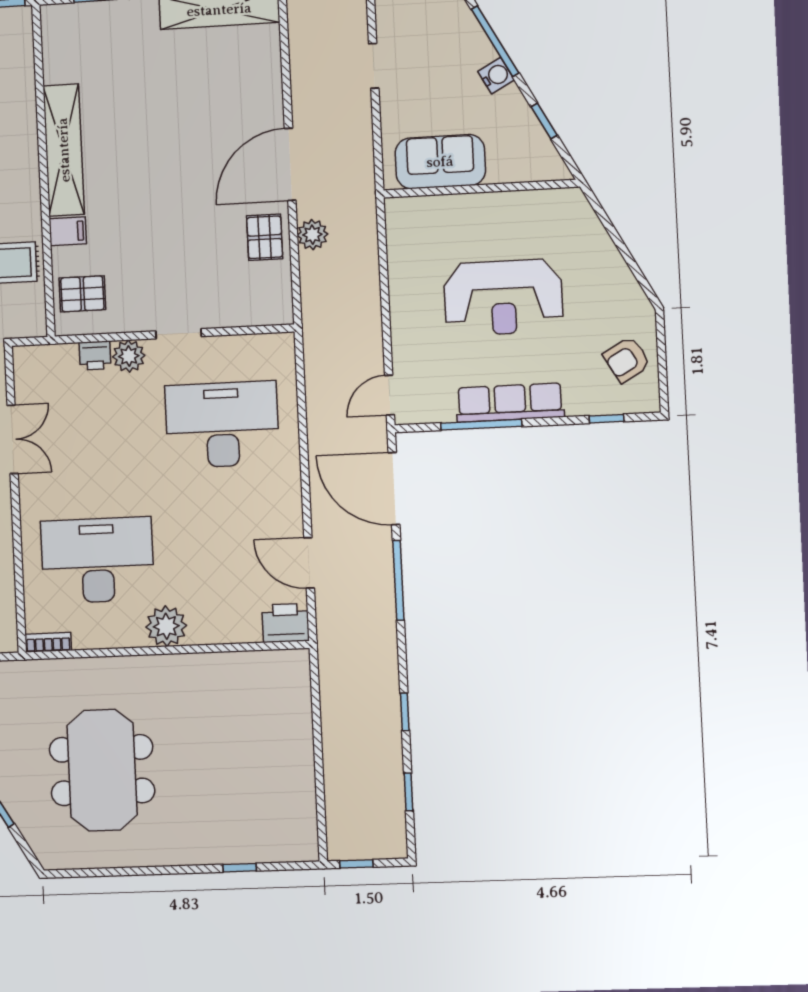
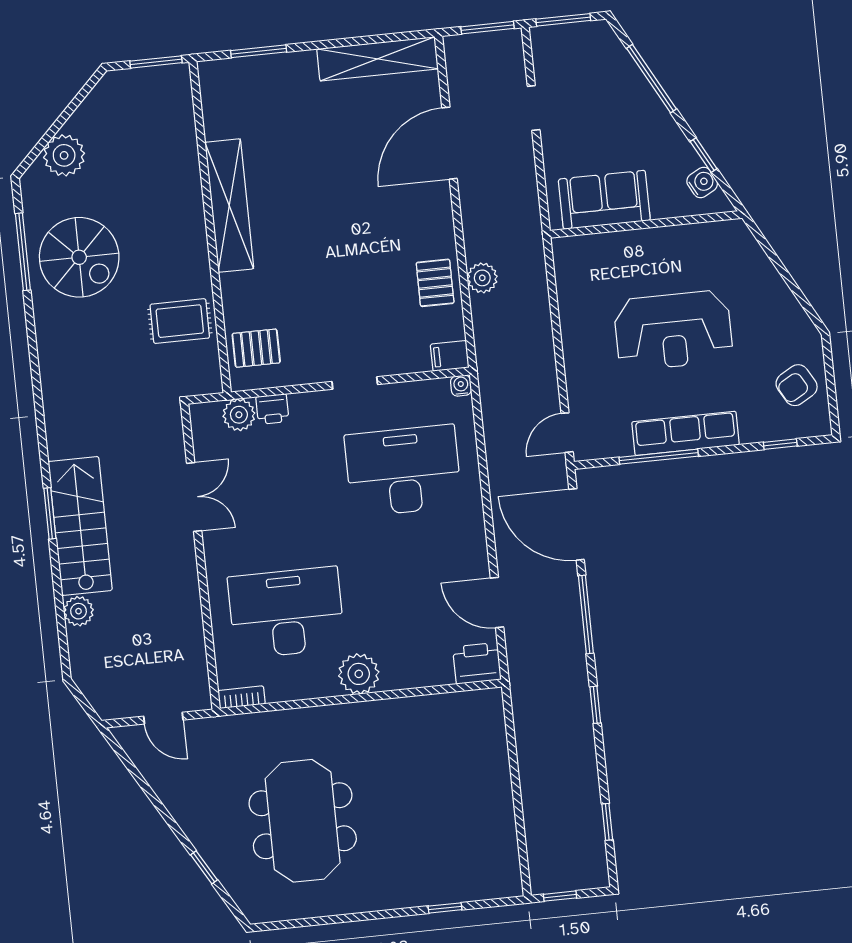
water cooler: (496, 76) -> (702, 183), moved
door: (290, 164) -> (450, 143), moved
filing cabinet: (68, 231) -> (450, 356), moved, turned 180
water cooler: (285, 342) -> (461, 386), added
plant: (129, 356) -> (239, 415), moved
window: (405, 712) -> (595, 705), moved

